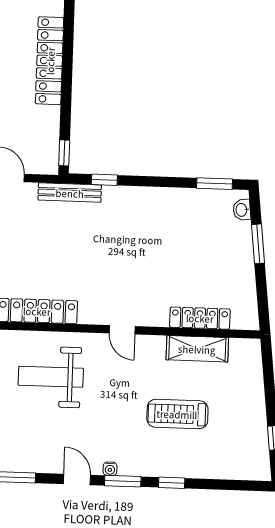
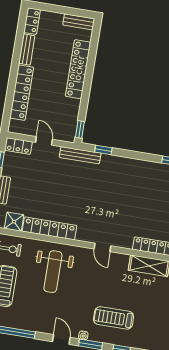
weight bench: (51, 377) -> (53, 272), turned -90
treadmill: (177, 414) -> (114, 318), moved

